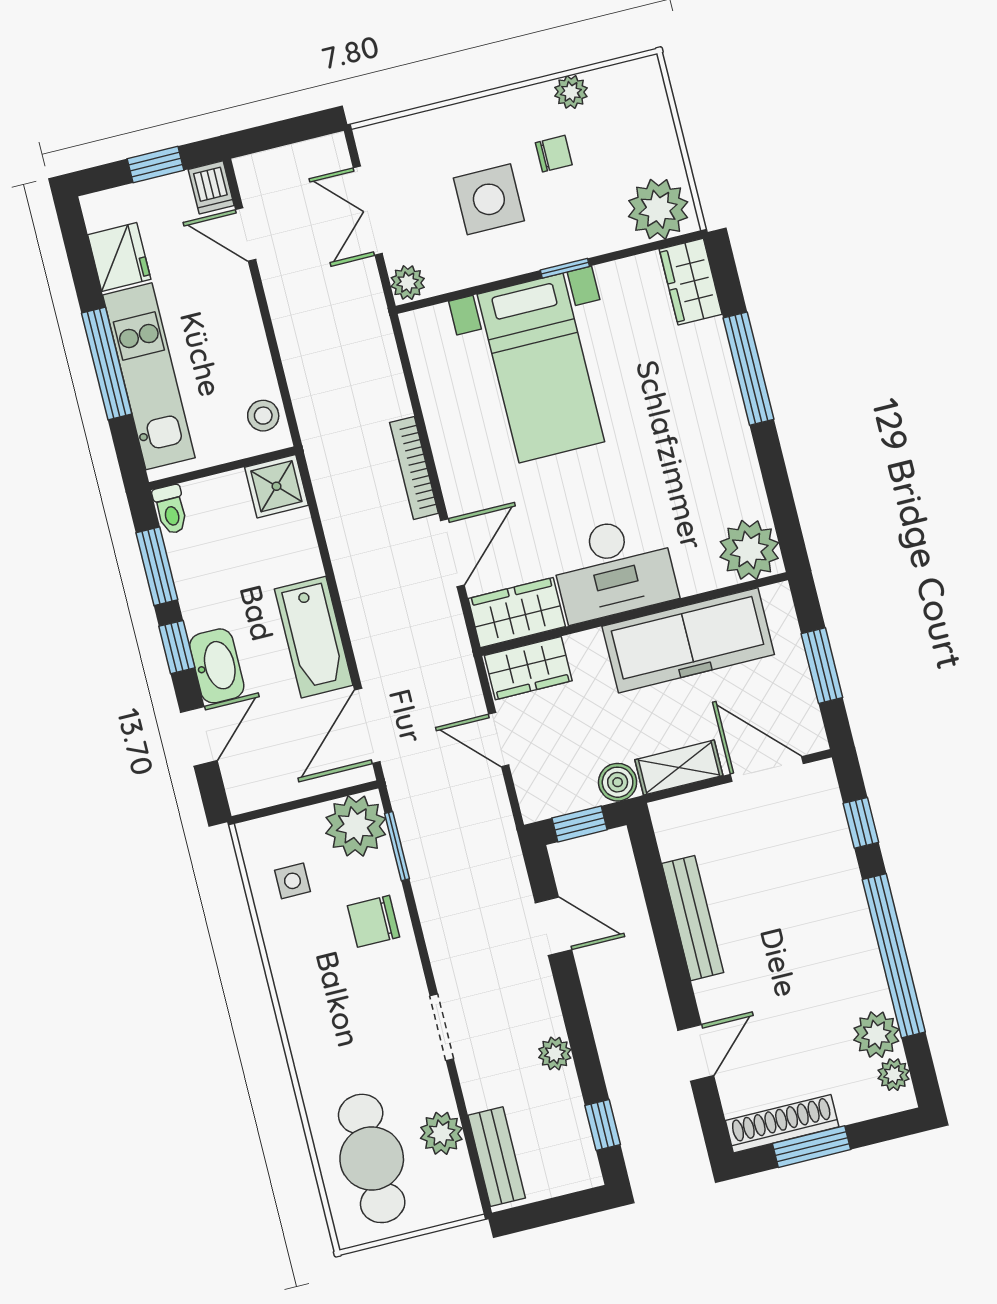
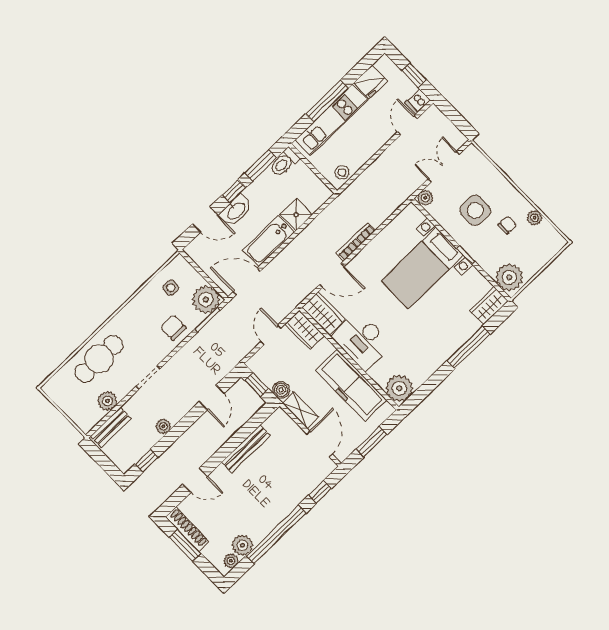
chair: (554, 154) -> (507, 225), turned -90
shower: (276, 486) -> (296, 215), moved
toilet: (170, 510) -> (284, 162), width x1.37, depth x1.39
cafe table: (372, 1158) -> (99, 359), moved

